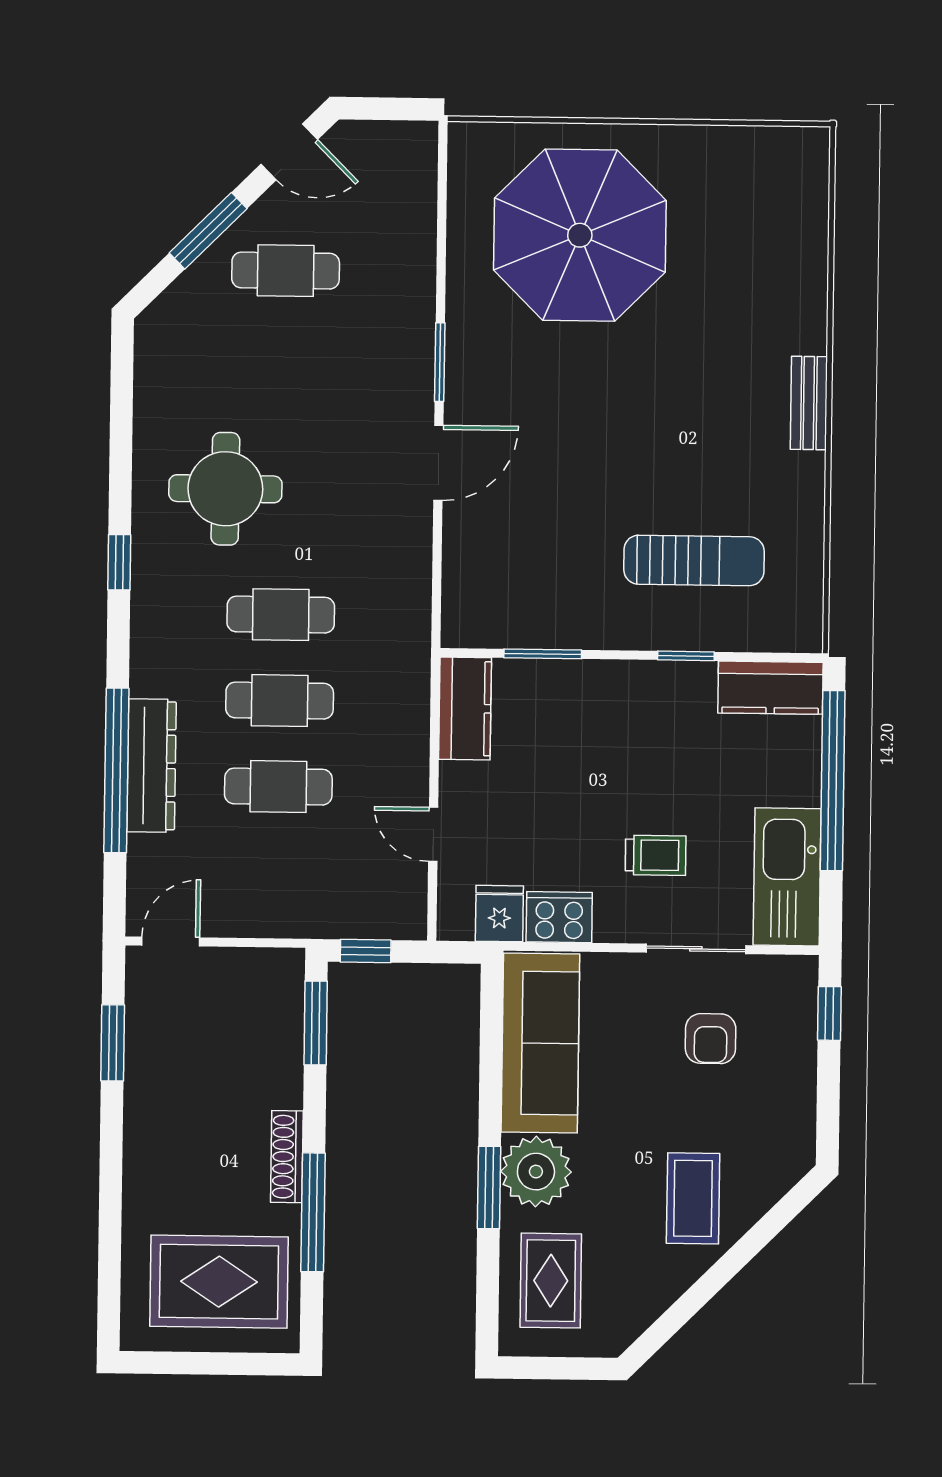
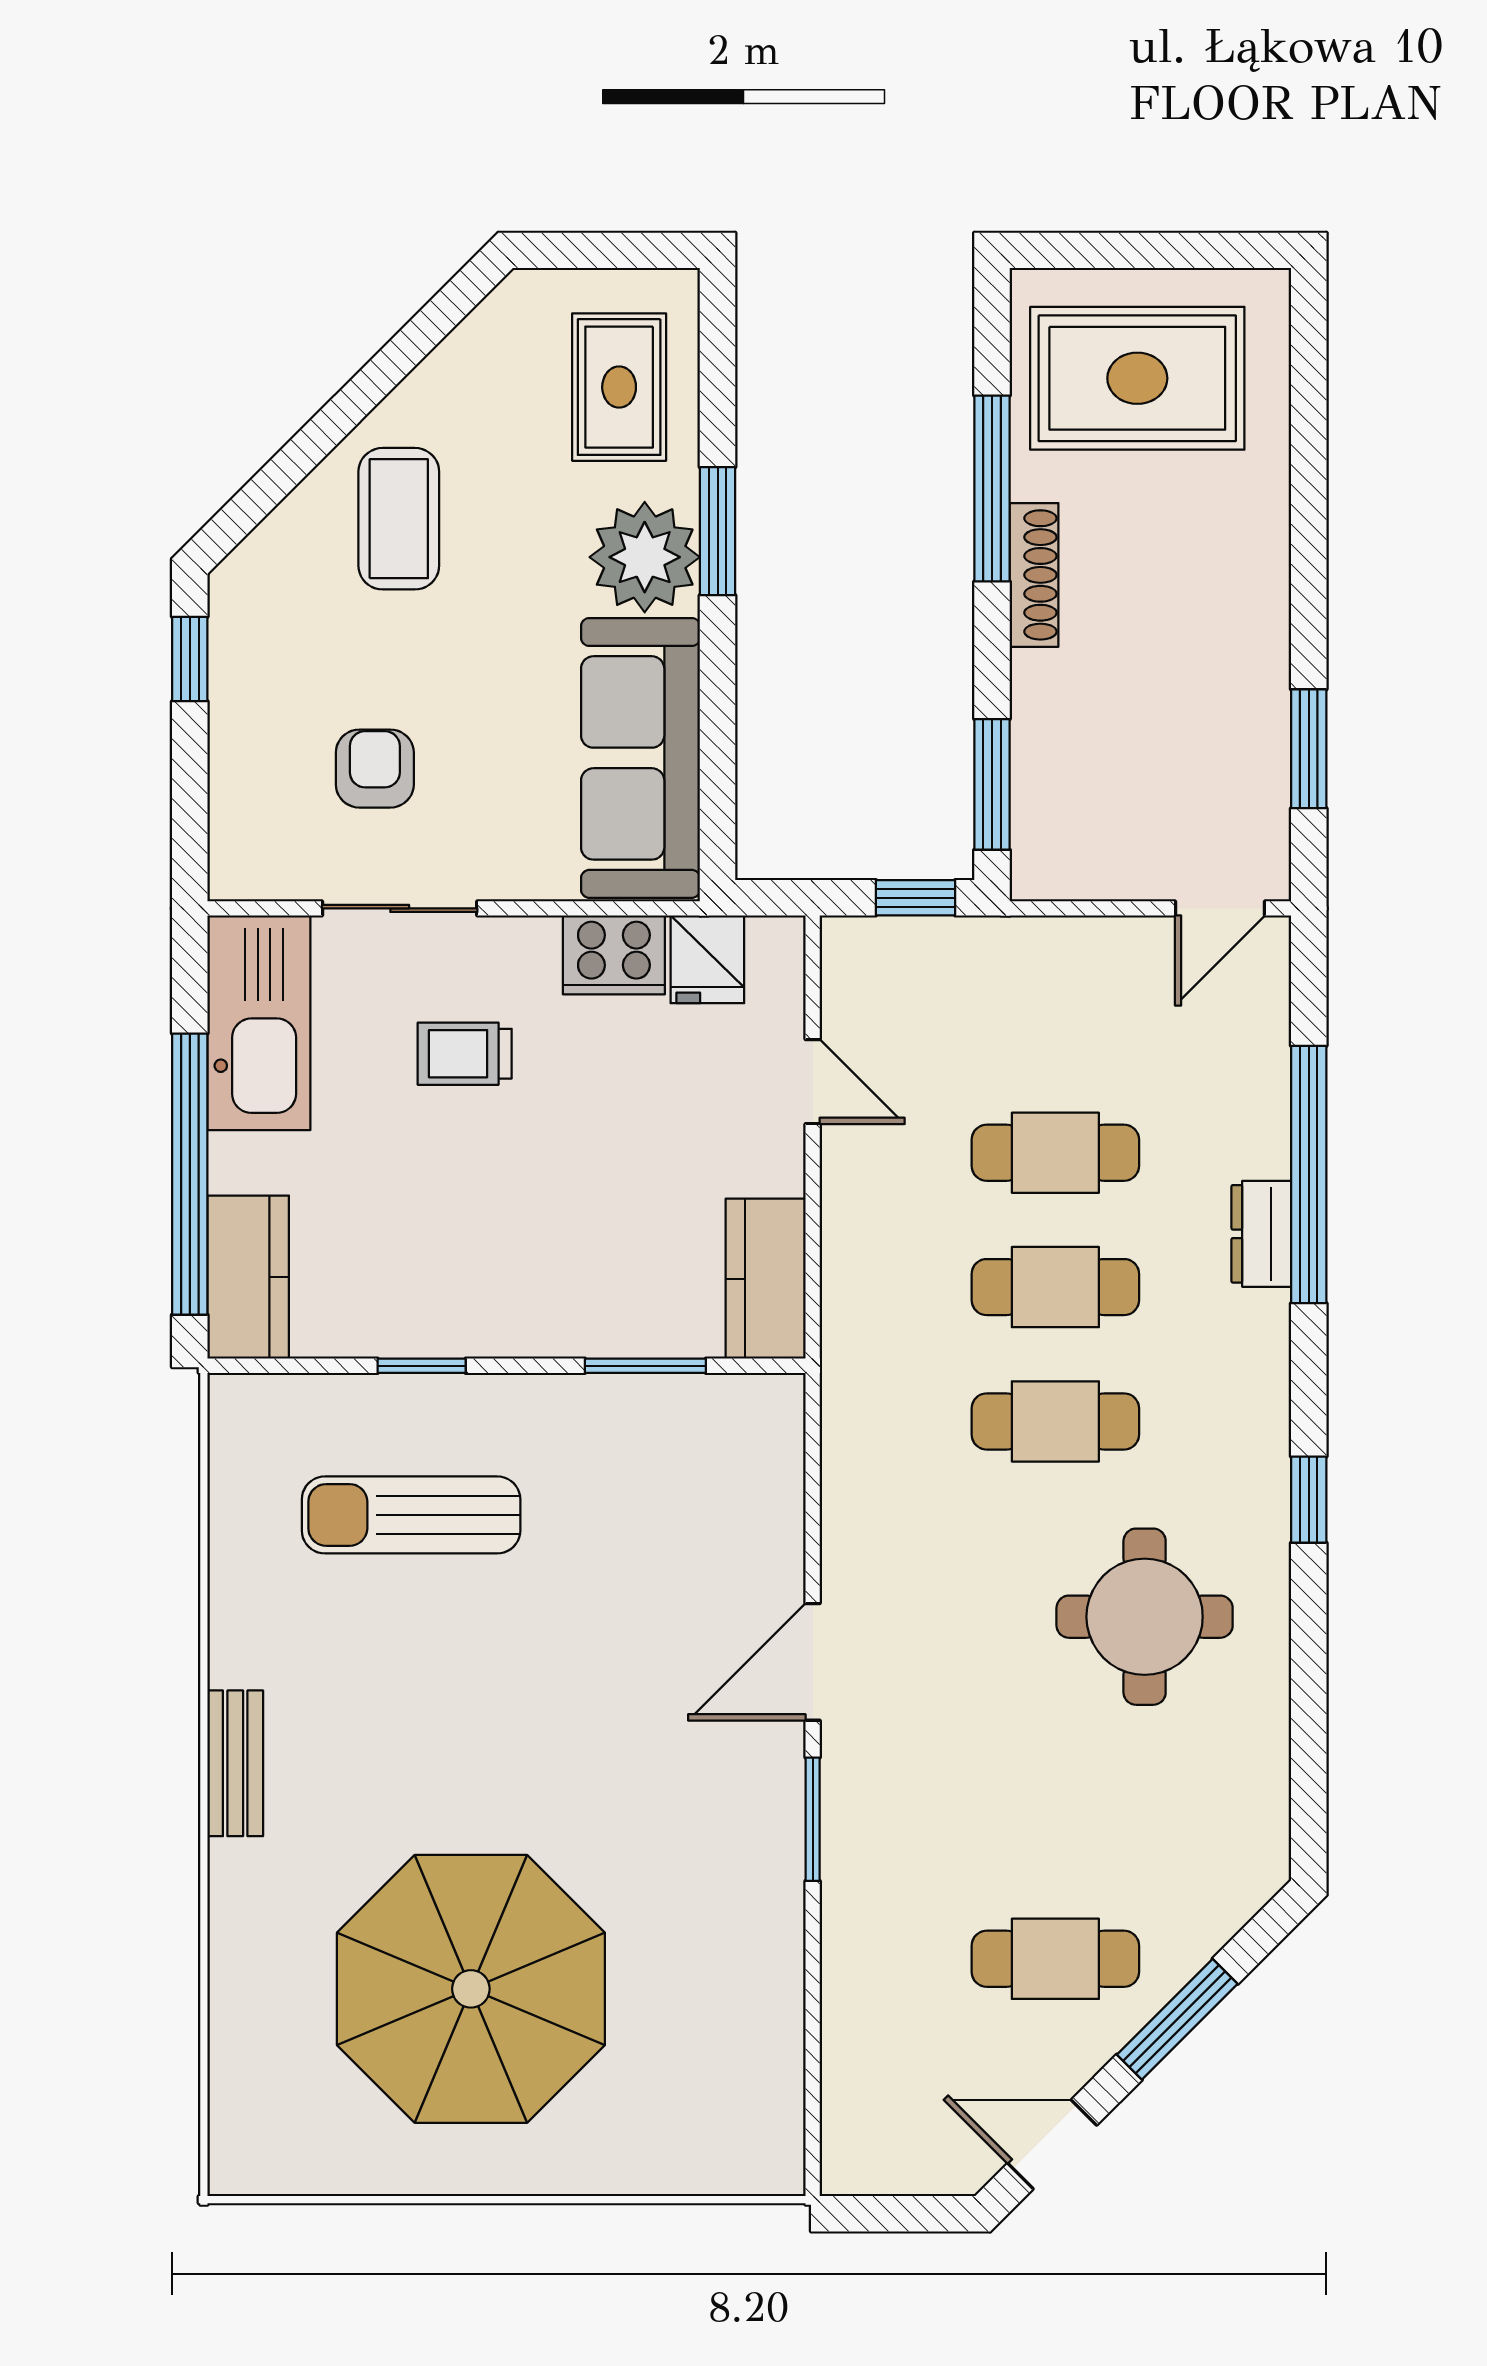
parasol: (580, 235) -> (471, 1989), moved
kitchen counter: (770, 688) -> (248, 1277), moved, turned 90
dresser: (151, 766) -> (1261, 1234), width x0.51, depth x0.80
window: (829, 1013) -> (190, 659), moved

